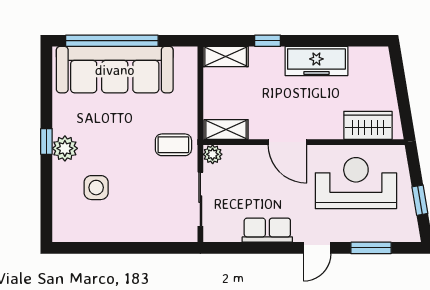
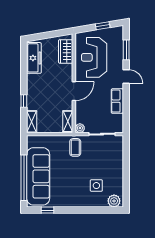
freezer: (316, 61) -> (34, 58), moved
window: (46, 141) -> (47, 210), moved
plant: (65, 148) -> (114, 201), moved

